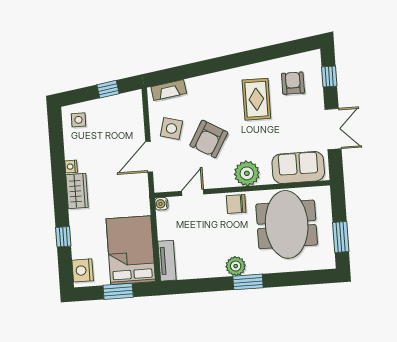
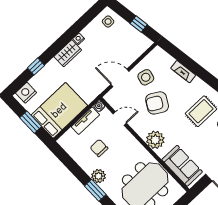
fireplace: (169, 90) -> (183, 72), moved
chair: (236, 204) -> (99, 148), moved
tv unit: (167, 261) -> (85, 121), moved

